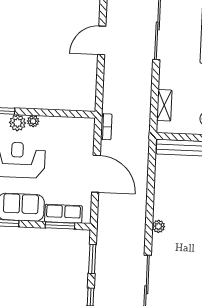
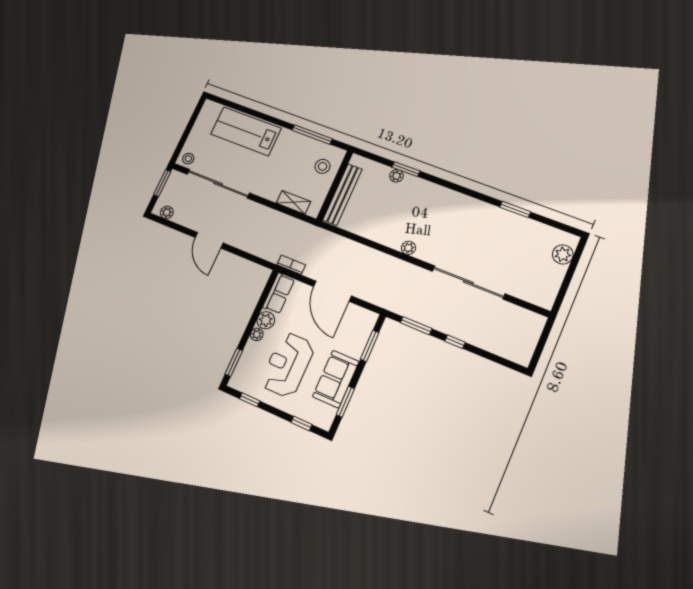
plant: (18, 123) -> (266, 320), moved
door: (96, 174) -> (332, 291), swing flipped
row of seats: (63, 214) -> (279, 293), moved, turned 180

